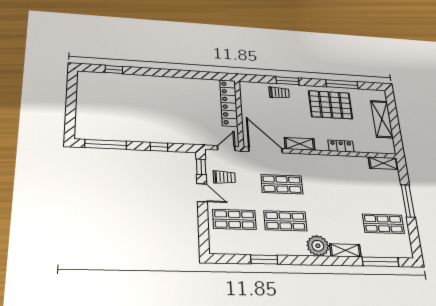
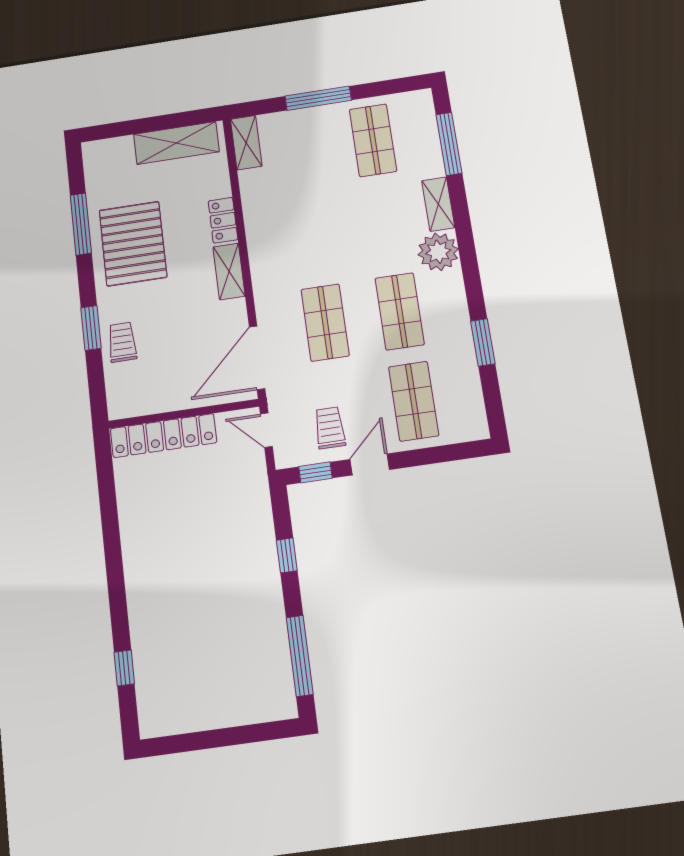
shelving: (382, 119) -> (176, 143), moved
shelving: (300, 144) -> (229, 271), moved

